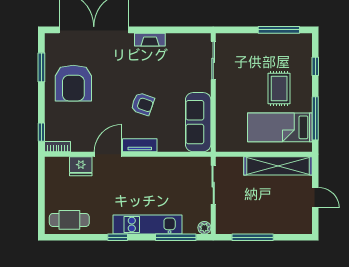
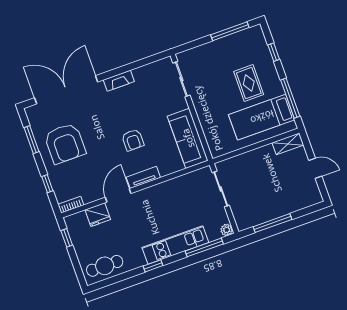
armchair: (143, 104) -> (133, 140), turned 71
window: (41, 132) -> (47, 184), moved
shelving: (278, 166) -> (288, 144), width x0.45, depth x0.75
window: (41, 178) -> (67, 238), added

